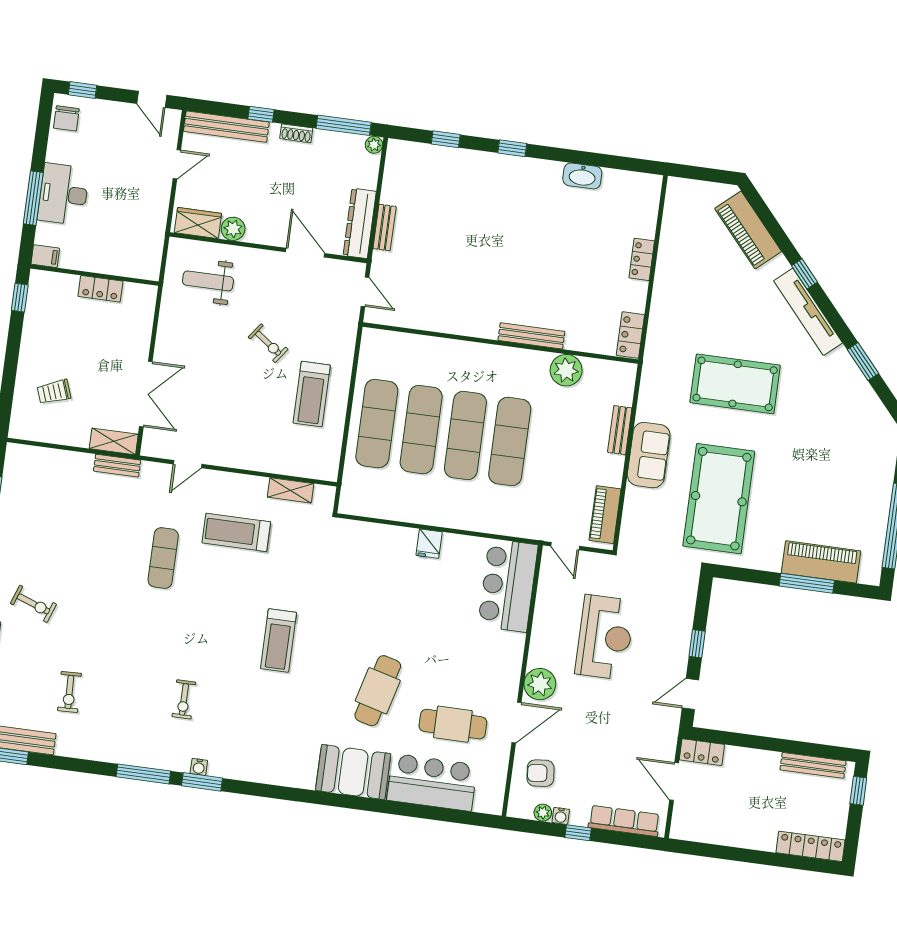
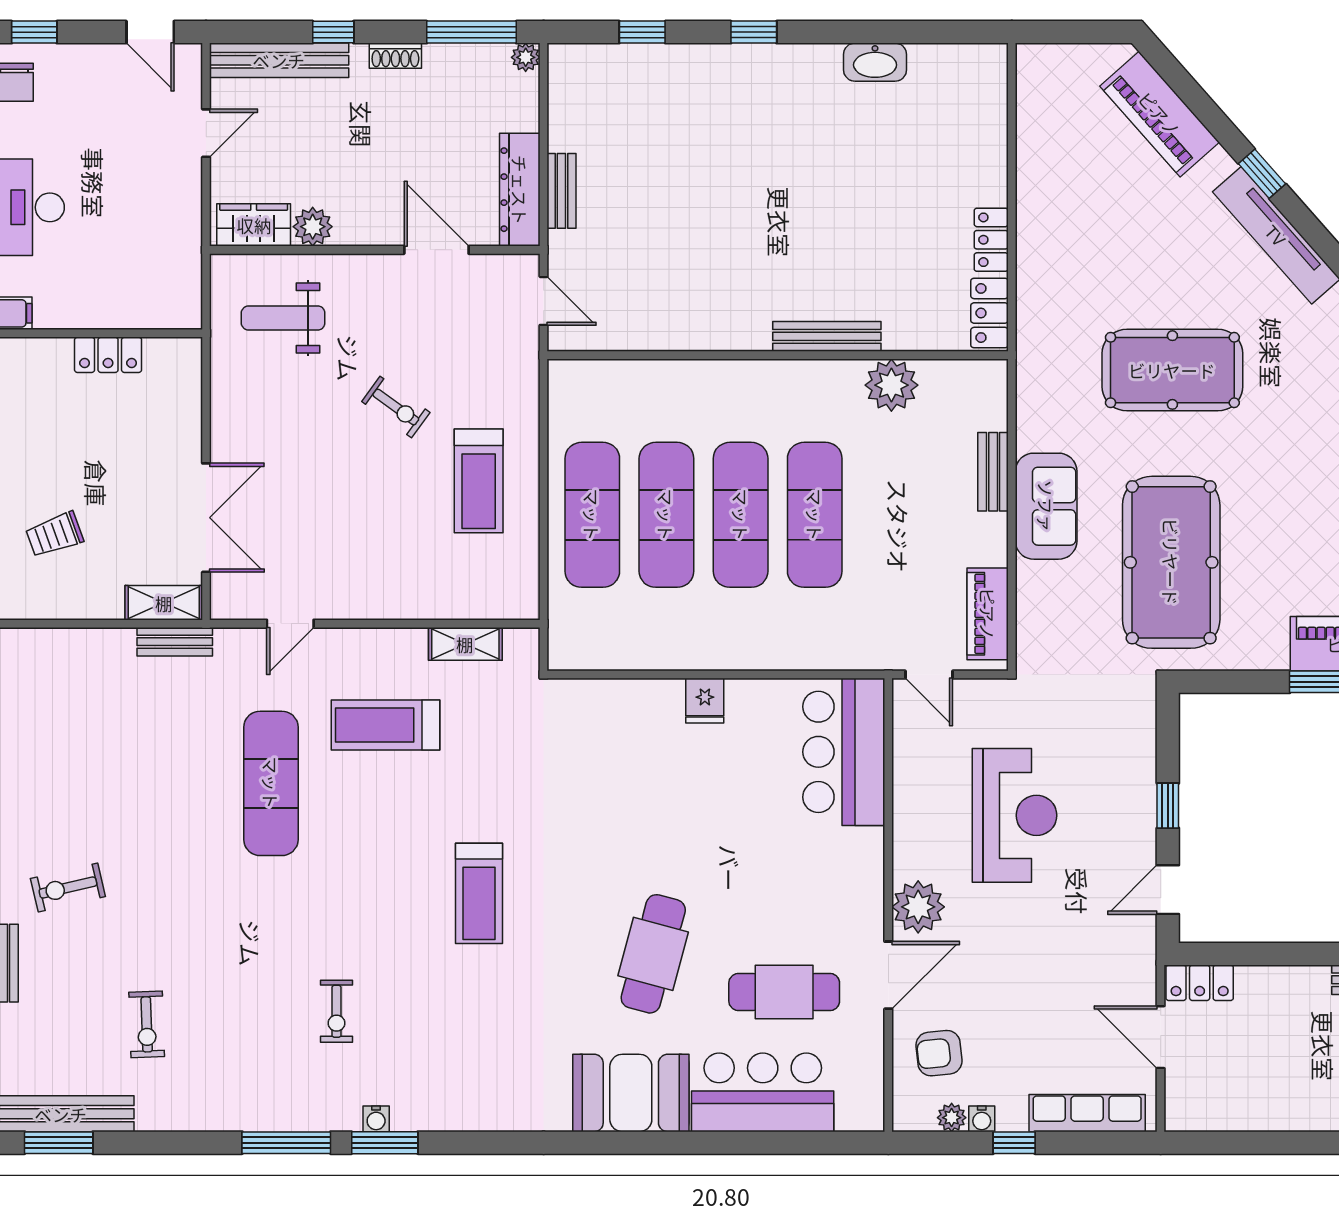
locker: (642, 259) -> (991, 240), moved
exercise mat: (163, 558) -> (271, 783), width x1.36, depth x1.45
exercise bike: (33, 604) -> (68, 888), turned 147

